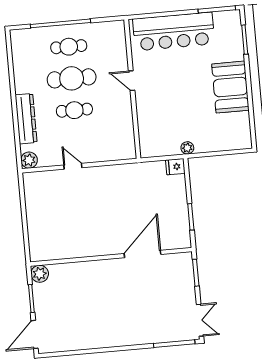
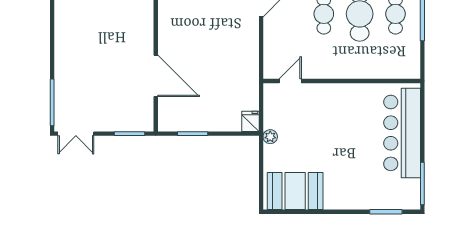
door: (132, 81) -> (290, 81), moved
booth: (230, 87) -> (295, 191), moved

